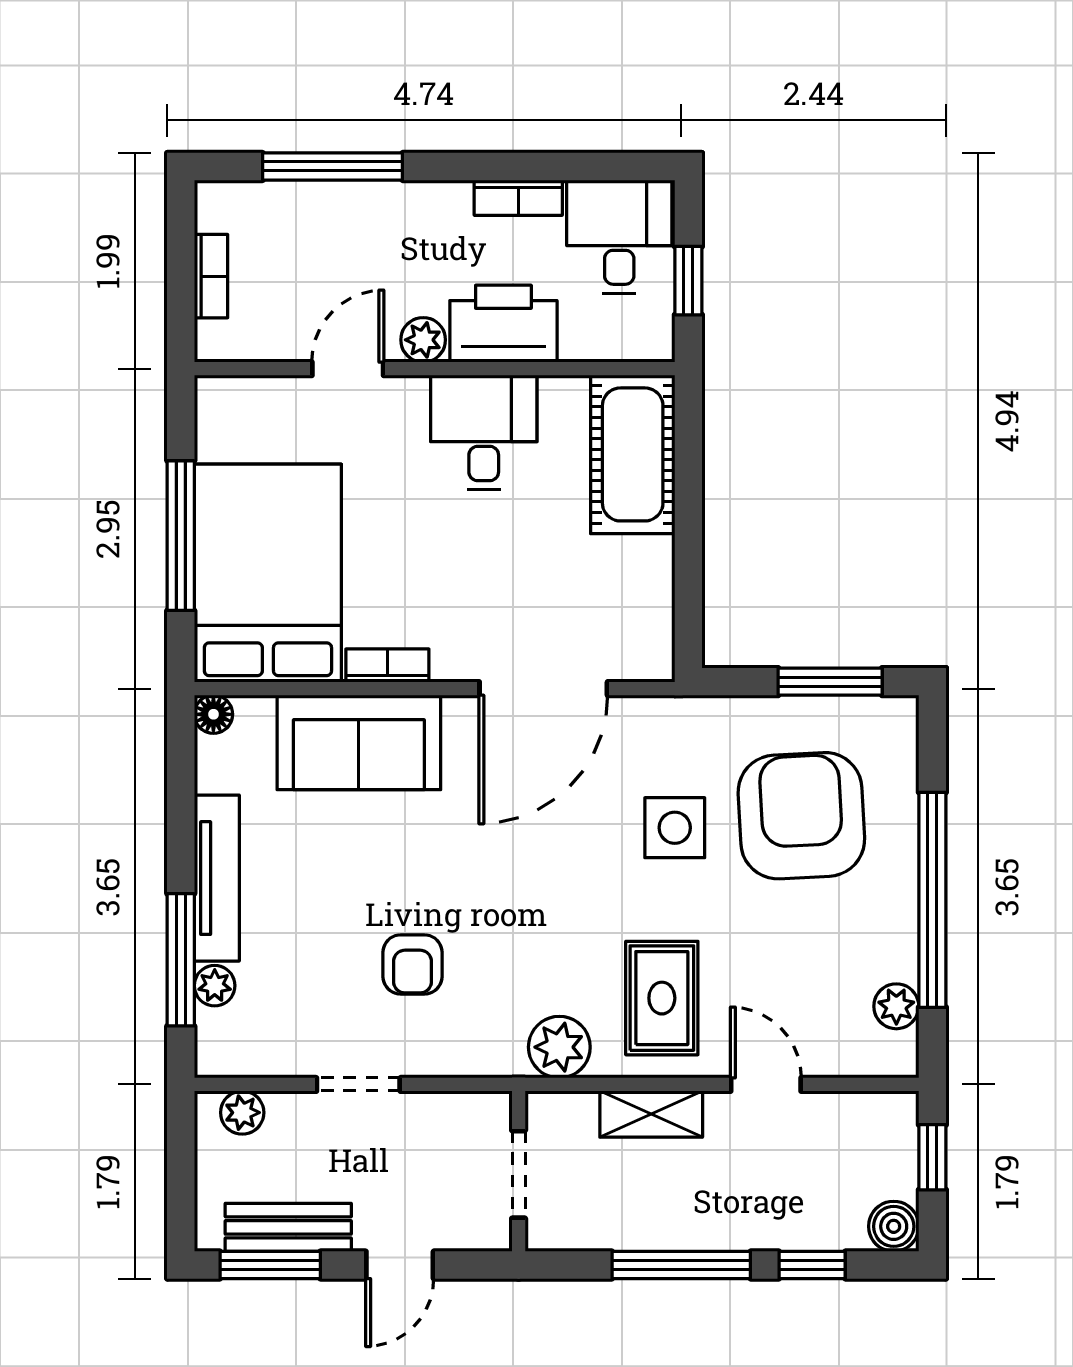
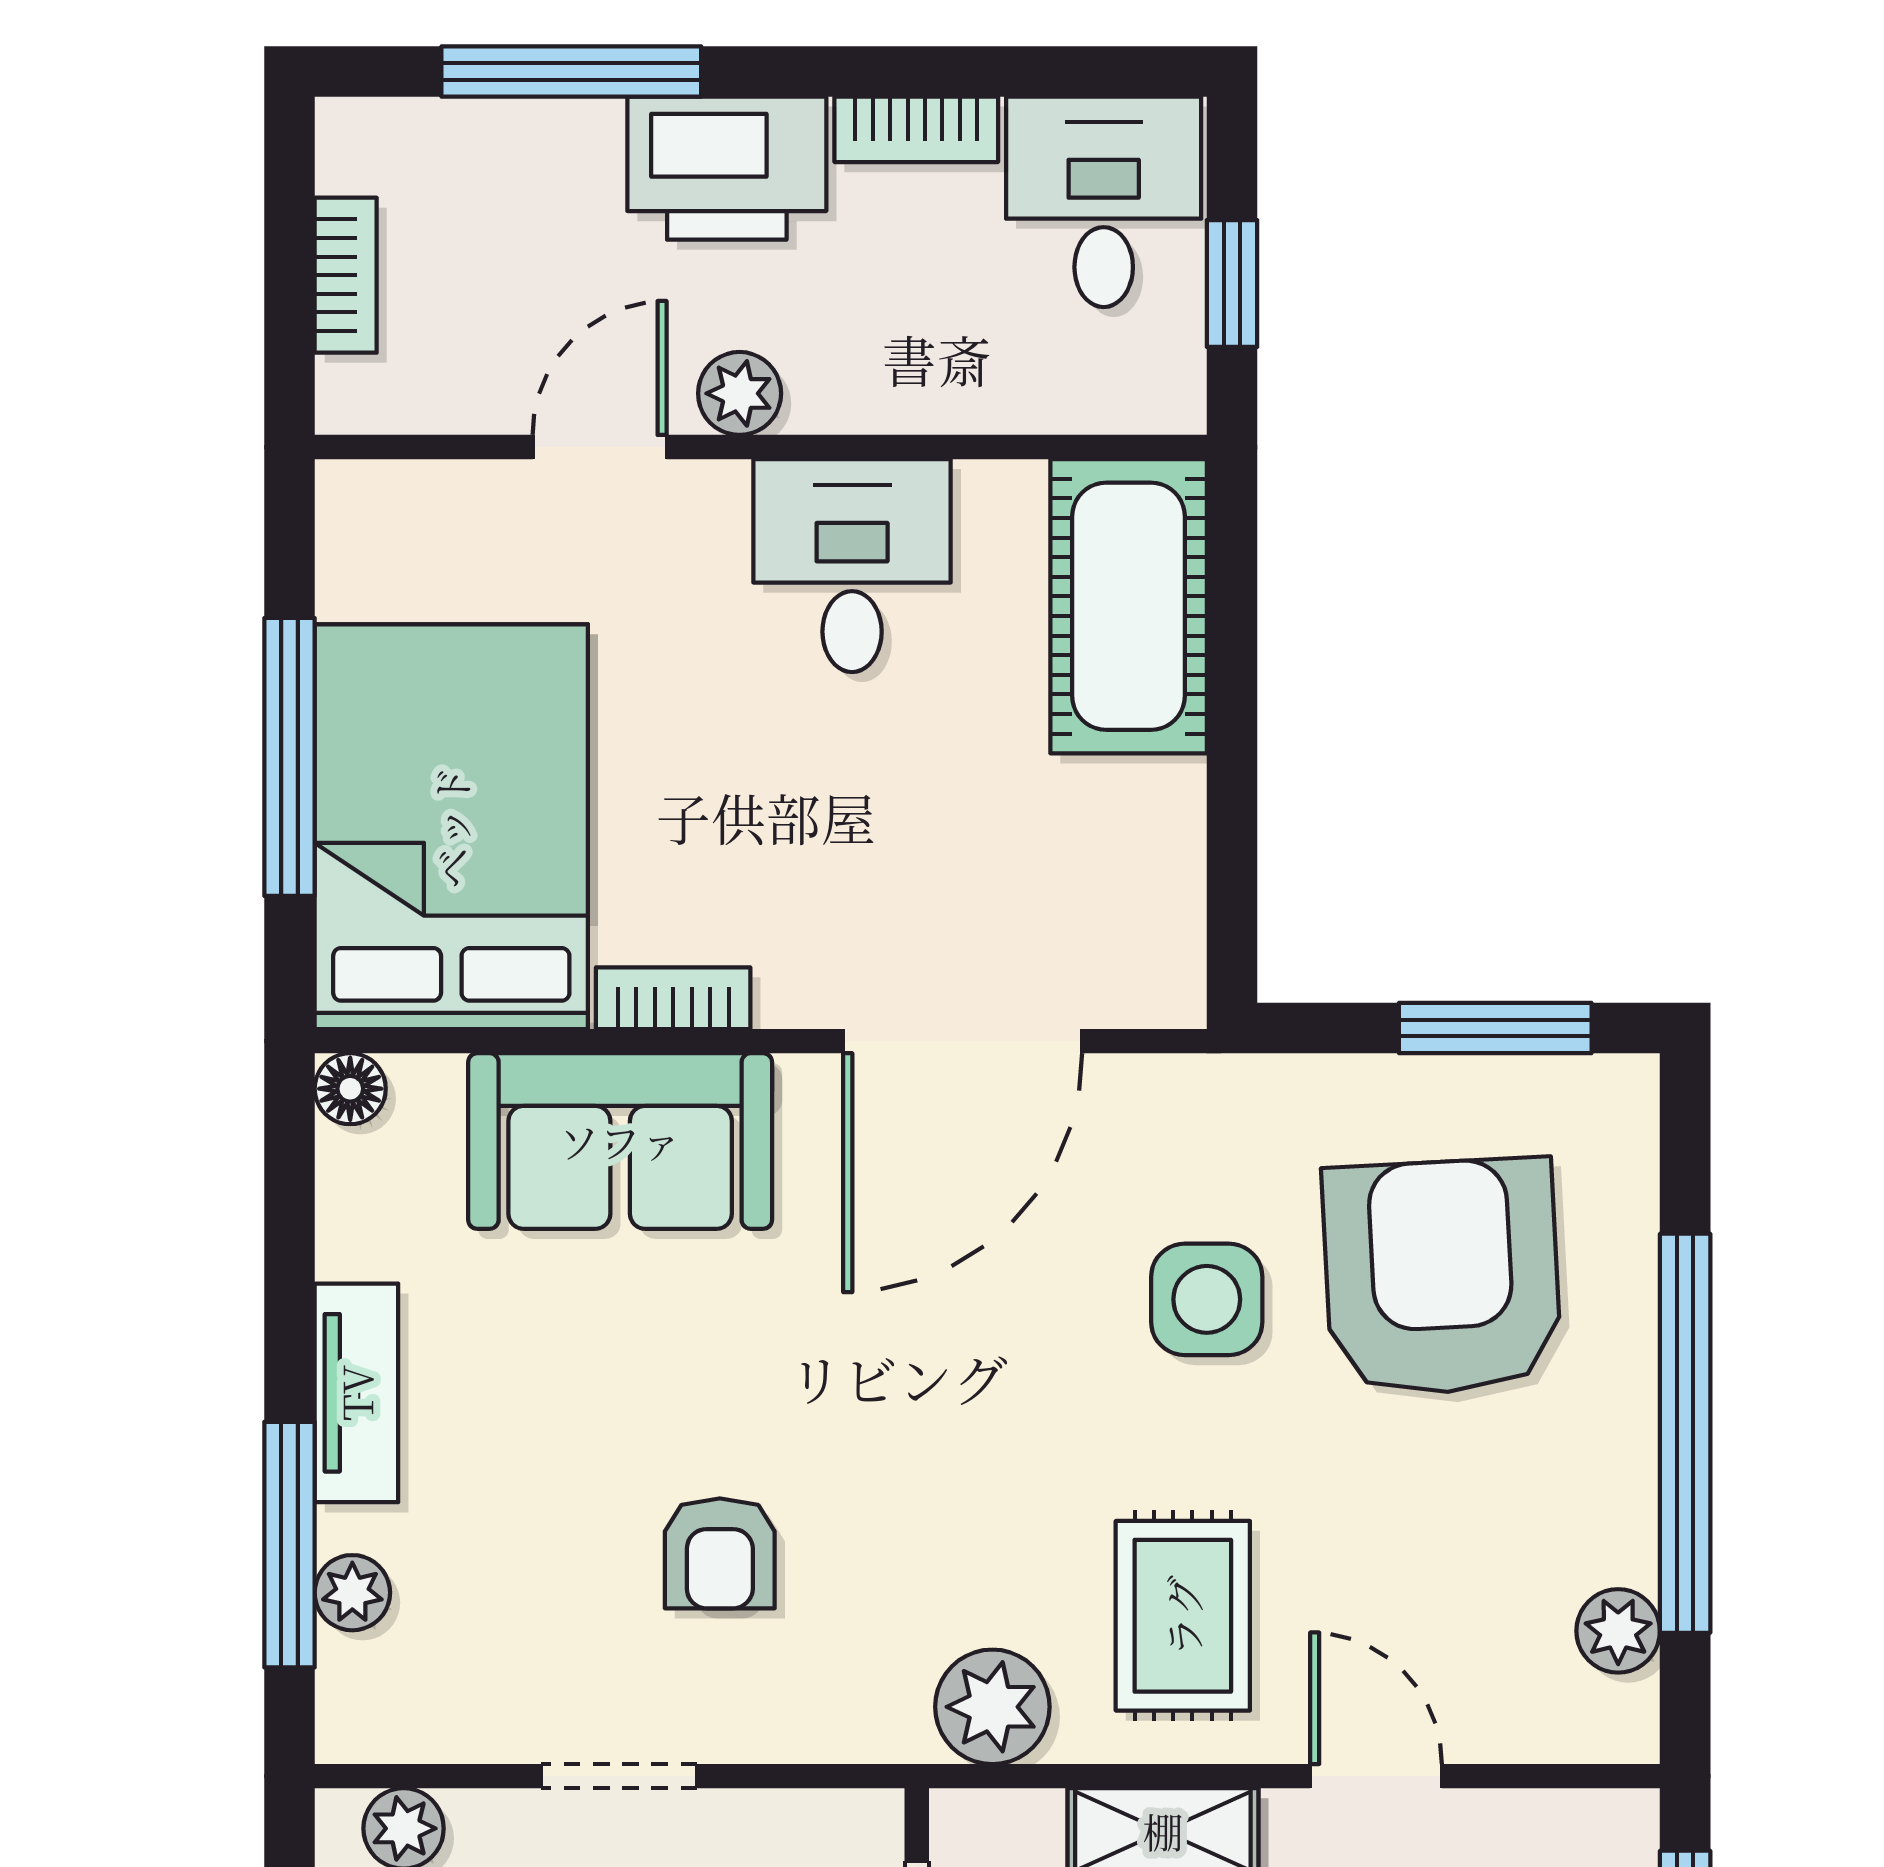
printer: (503, 324) -> (727, 168), moved, turned 180
tv unit: (217, 878) -> (356, 1393), width x0.71

